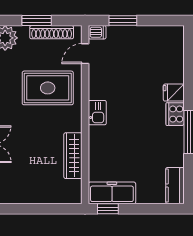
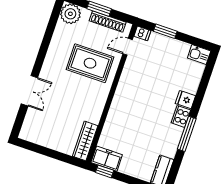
kitchen sink: (97, 113) -> (199, 55), moved, turned 90
wardrobe: (73, 156) -> (85, 141), moved
freezer: (112, 193) -> (107, 159), width x0.71

